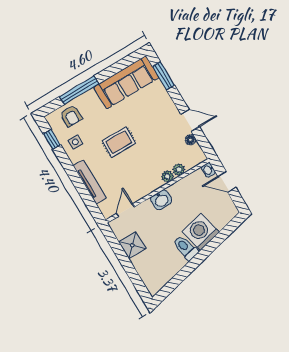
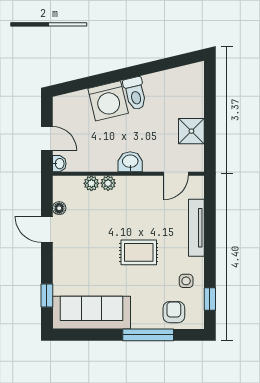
window: (163, 76) -> (47, 295), width x0.67

